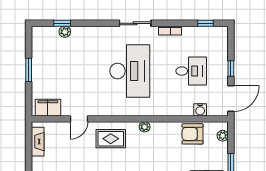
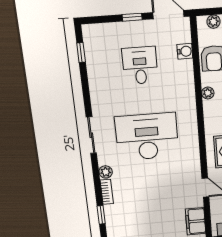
bookcase: (170, 31) -> (107, 192), moved
plant: (65, 32) -> (106, 172), moved
plant: (145, 127) -> (208, 93), moved

